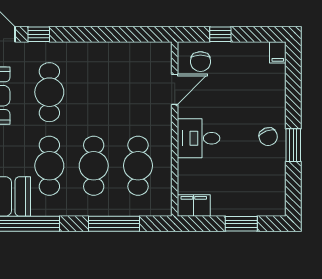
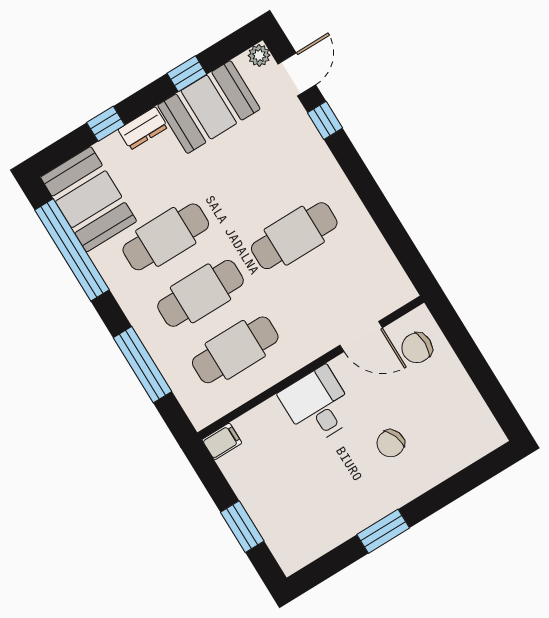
window: (220, 34) -> (467, 352), removed
filing cabinet: (278, 52) -> (489, 439), removed
cafe table: (49, 92) -> (294, 236), moved
chair: (268, 137) -> (391, 443), moved
filing cabinet: (194, 205) -> (222, 441), width x0.50

